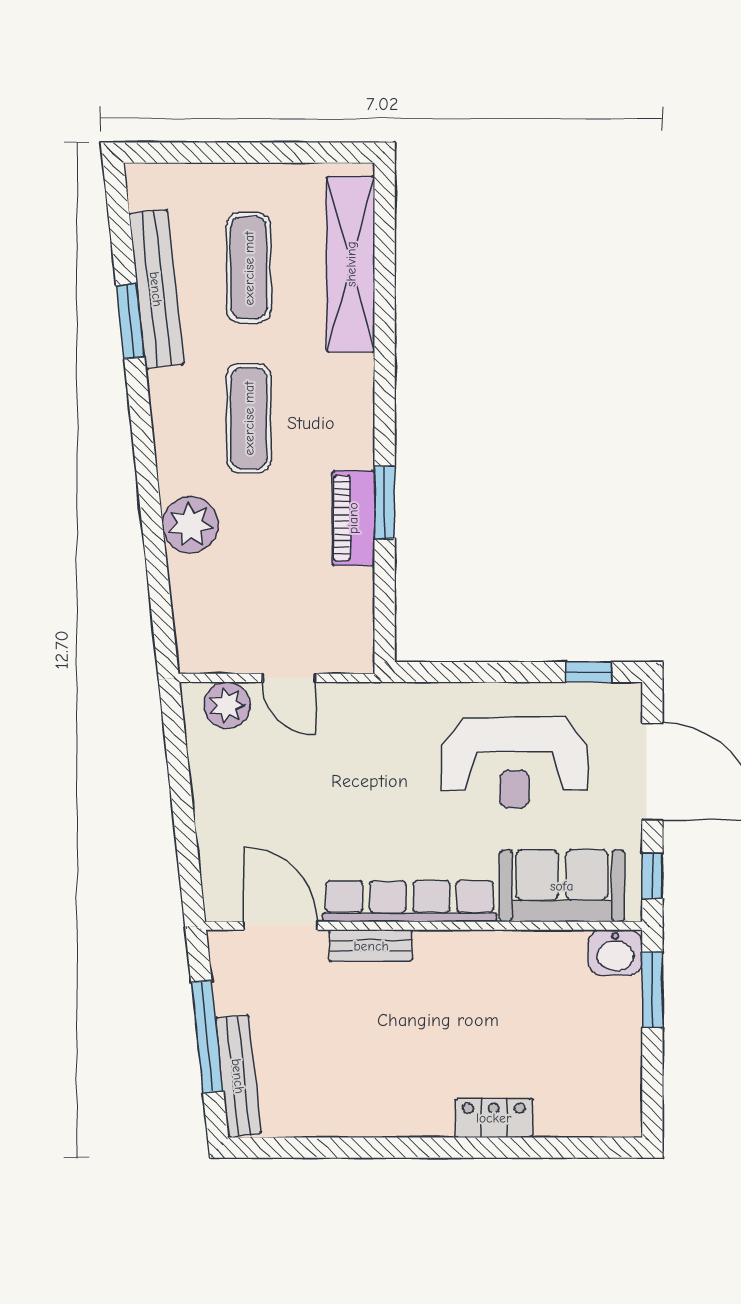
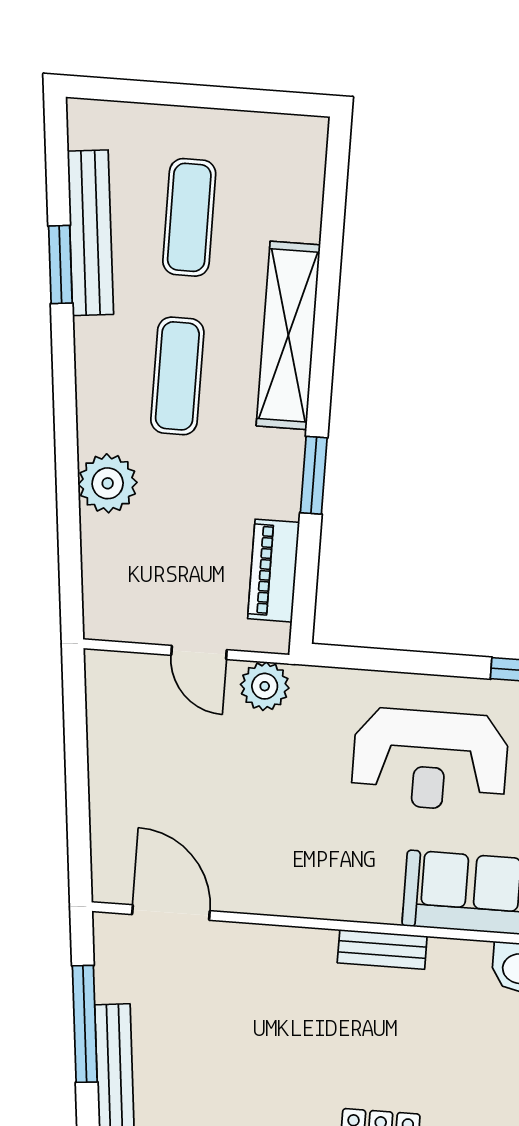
shelving: (351, 264) -> (288, 335), moved
piano: (353, 518) -> (274, 571), moved
plant: (227, 705) -> (265, 686), moved
row of seats: (410, 901) -> (308, 897), removed
bench: (371, 946) -> (382, 949), moved

